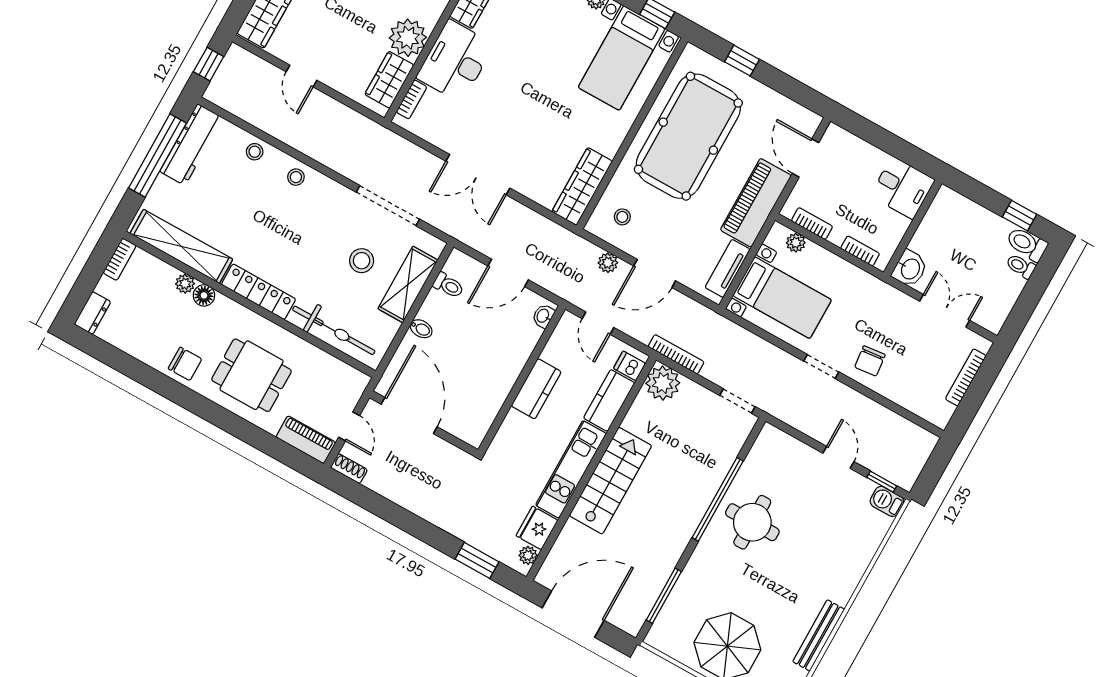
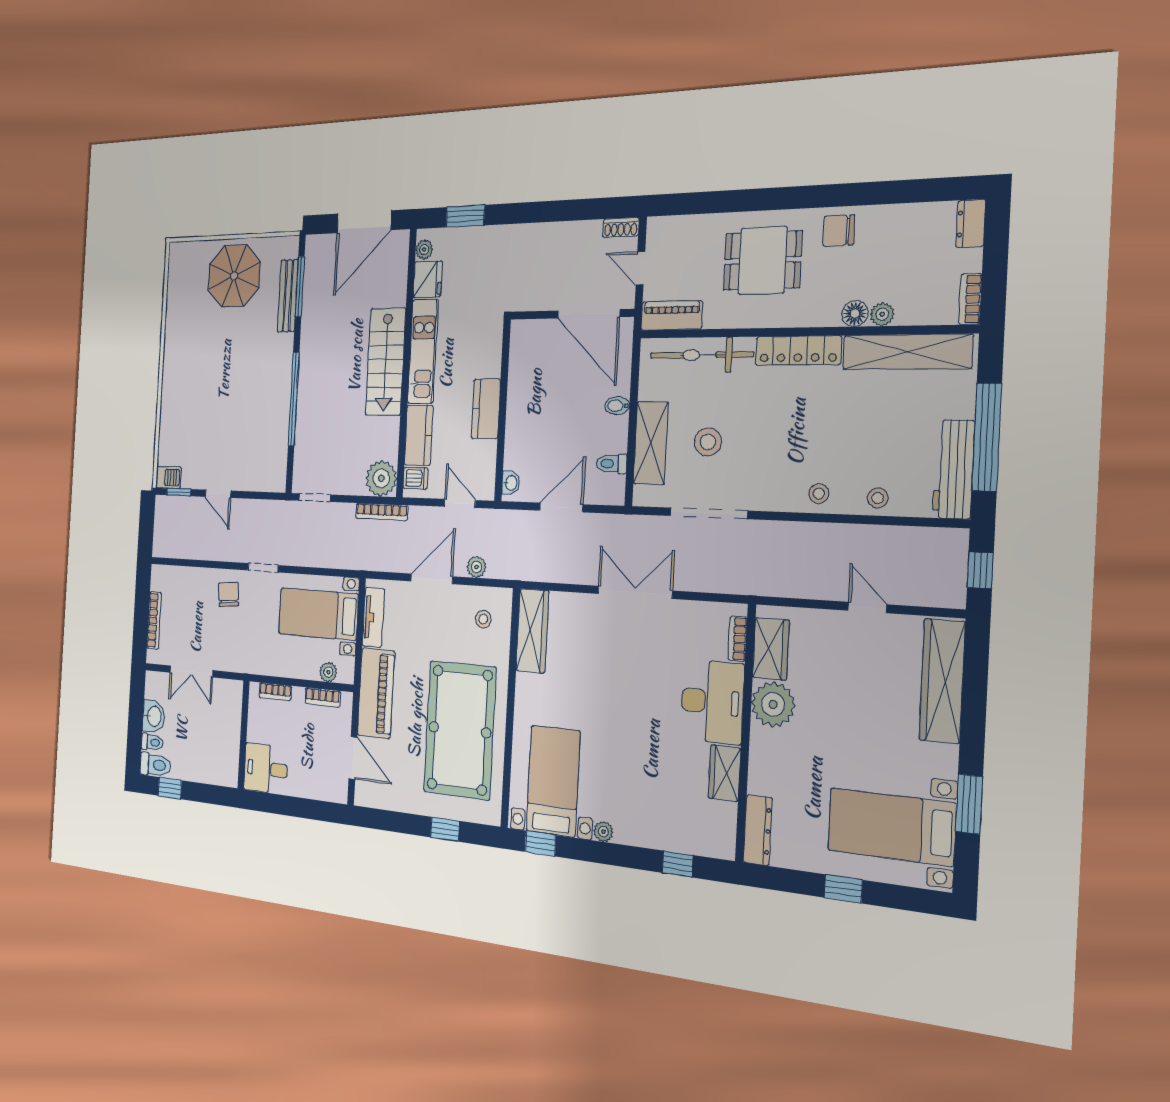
washbasin: (910, 269) -> (154, 716), moved, turned 180
piano: (306, 440) -> (672, 315), moved, turned 180
round table: (752, 522) -> (259, 396), removed
bench: (819, 635) -> (288, 296), moved

